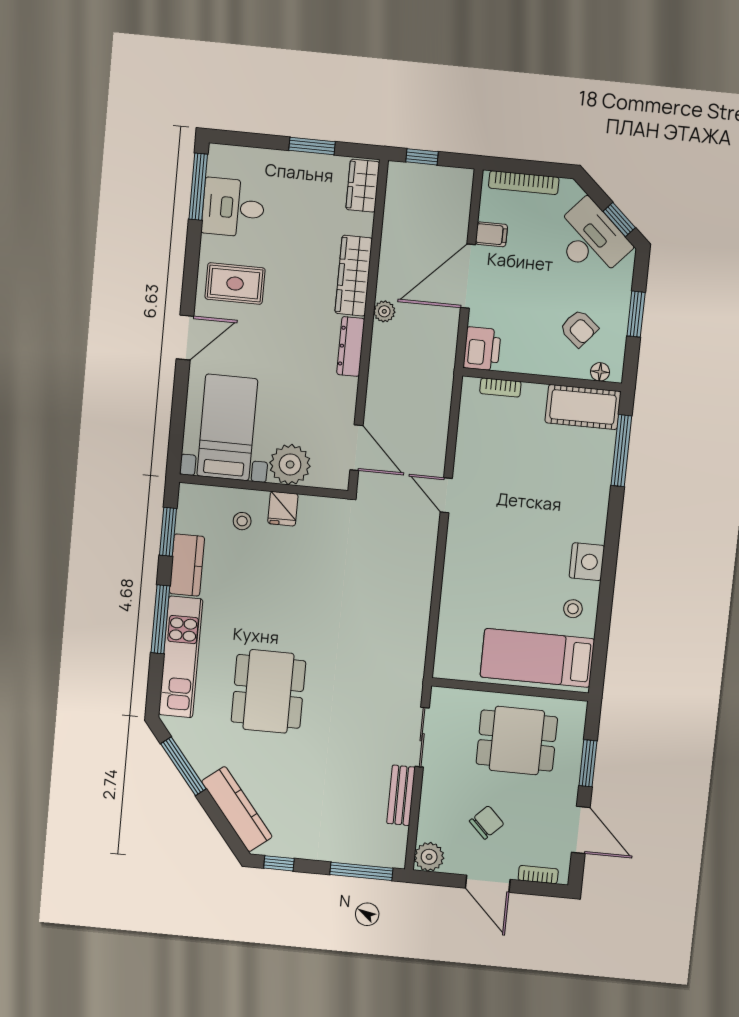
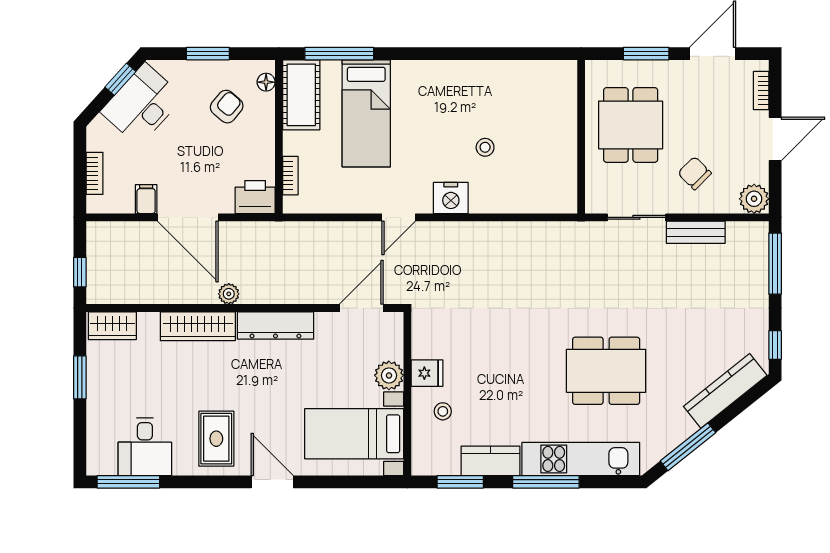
bookcase: (524, 183) -> (95, 173), width x0.64
dresser: (351, 346) -> (275, 325), width x1.37, depth x1.24
plant: (290, 464) -> (389, 375), width x0.73, depth x0.73
nightstand: (587, 562) -> (451, 198), moved, turned 180
stool: (573, 609) -> (485, 147), moved
bed: (537, 658) -> (366, 113), moved
chair: (487, 822) -> (695, 173), moved

